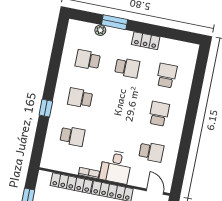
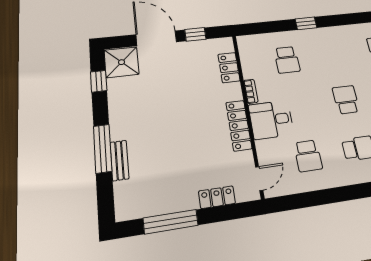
school desk: (80, 98) -> (346, 100), moved
locker: (71, 183) -> (229, 68), width x0.66

